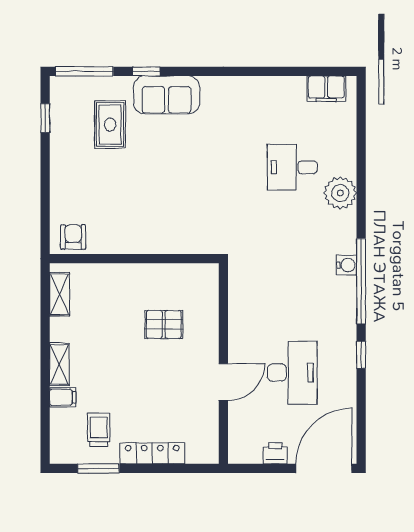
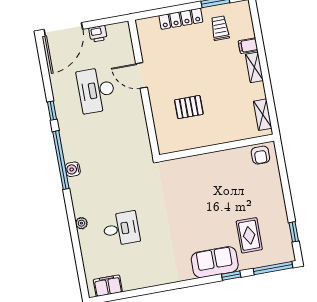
plant: (340, 193) -> (81, 223), width x0.53, depth x0.53
door: (223, 382) -> (142, 75), hinge flipped
trolley: (99, 430) -> (220, 28), turned 180

